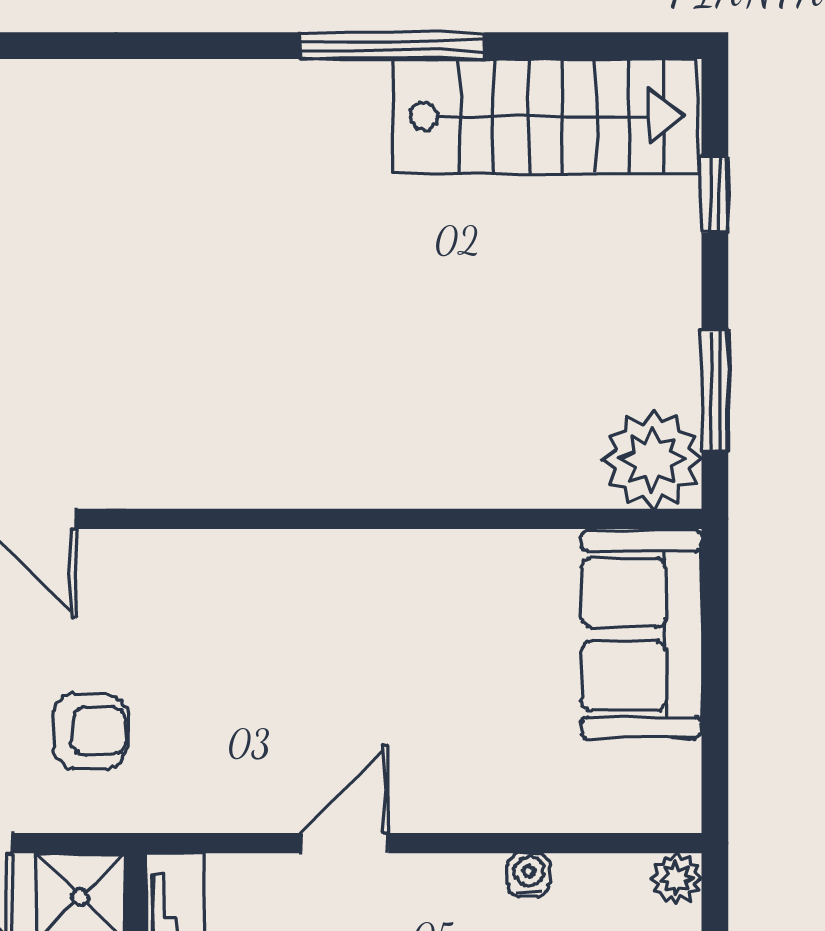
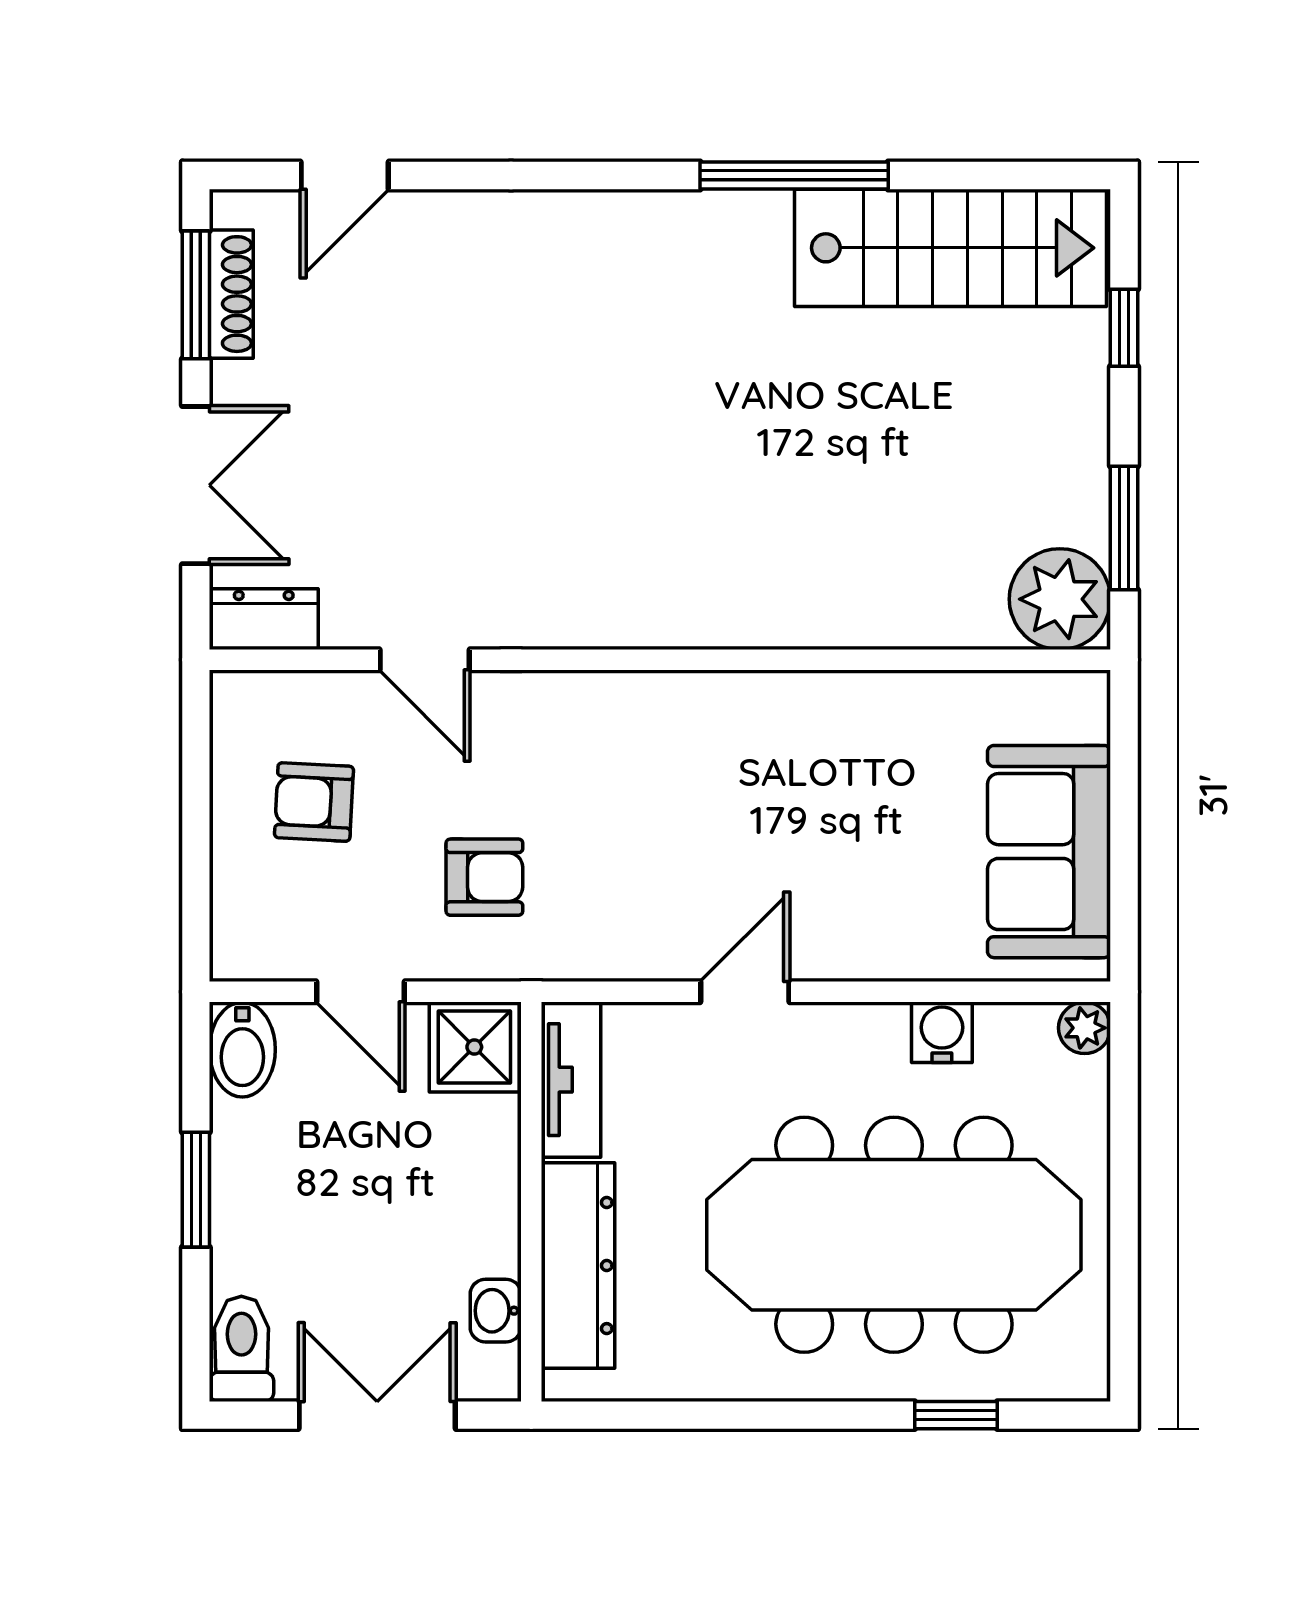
sofa: (642, 634) -> (1049, 852), moved
water cooler: (529, 874) -> (942, 1032), width x1.38, depth x1.38

